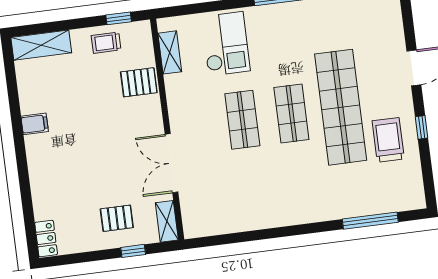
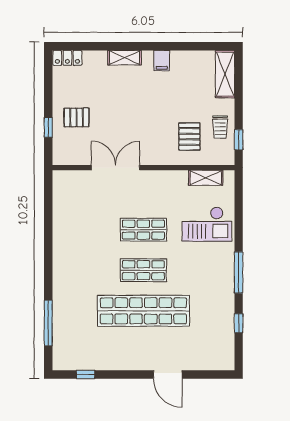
trolley: (106, 43) -> (220, 127), turned 180
pallet: (139, 82) -> (189, 137), moved
window: (422, 127) -> (86, 374), moved
trolley: (388, 140) -> (112, 346), removed
pallet: (117, 218) -> (77, 117), turned 90
shelving: (167, 221) -> (124, 58), moved

